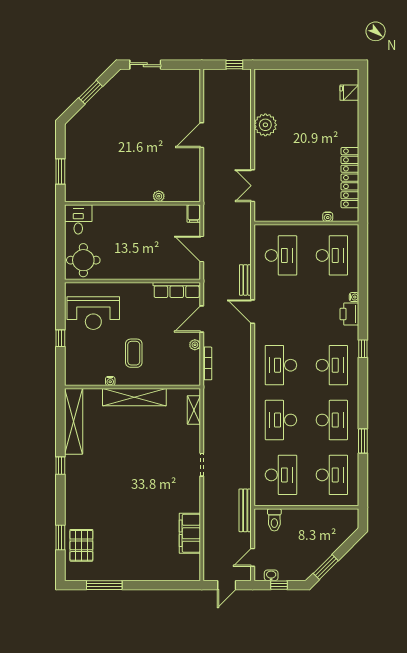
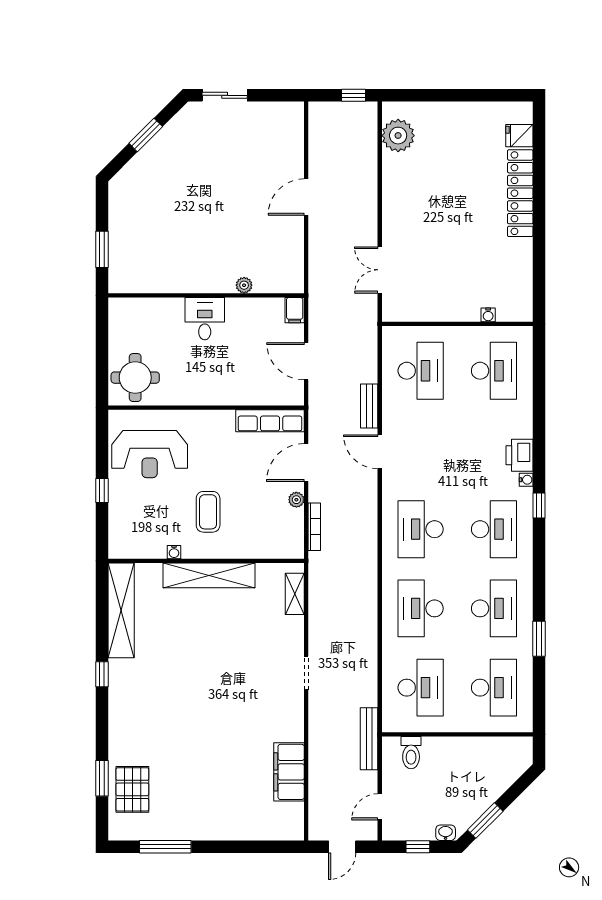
plant: (265, 125) -> (398, 136), moved
locker: (350, 178) -> (520, 193), moved
desk: (78, 219) -> (205, 319), moved
water cooler: (354, 297) -> (526, 480), moved
washbasin: (271, 575) -> (446, 833), moved

